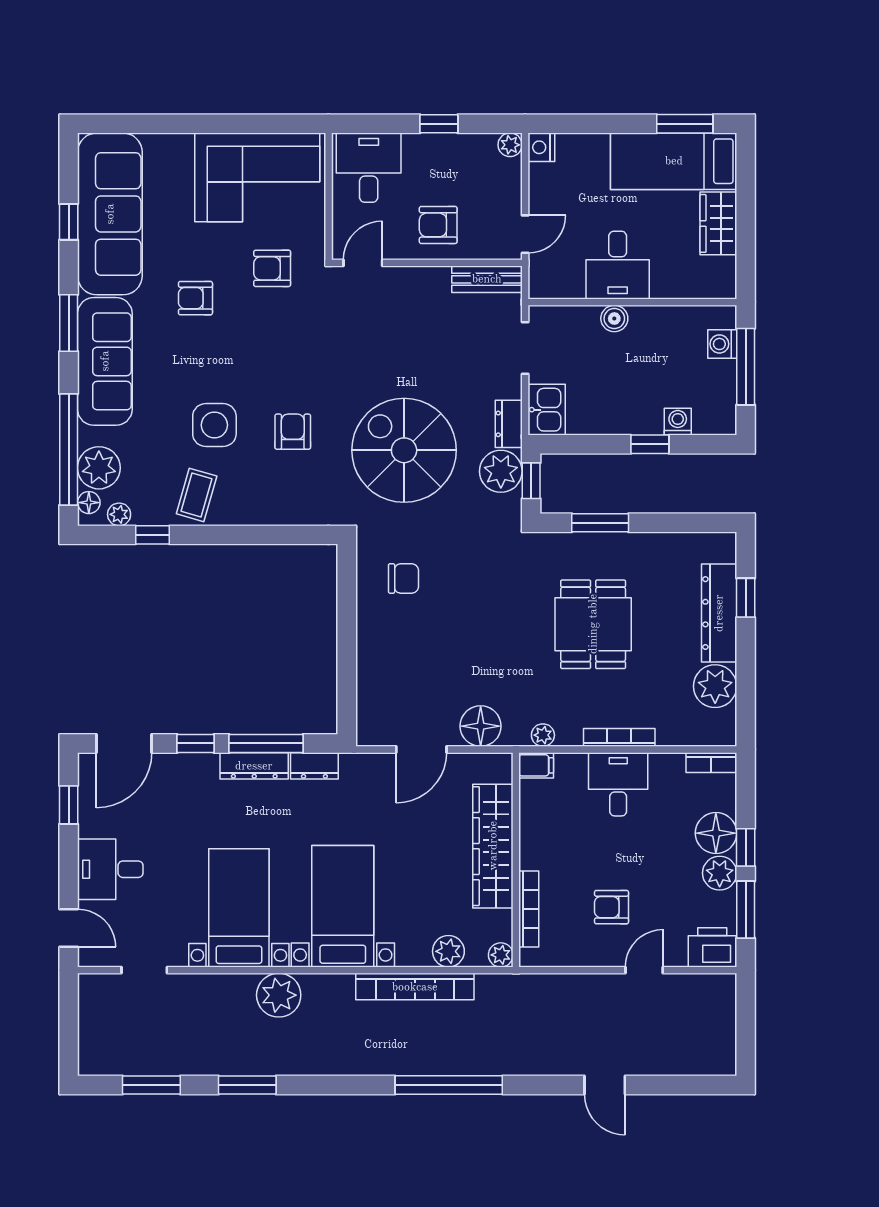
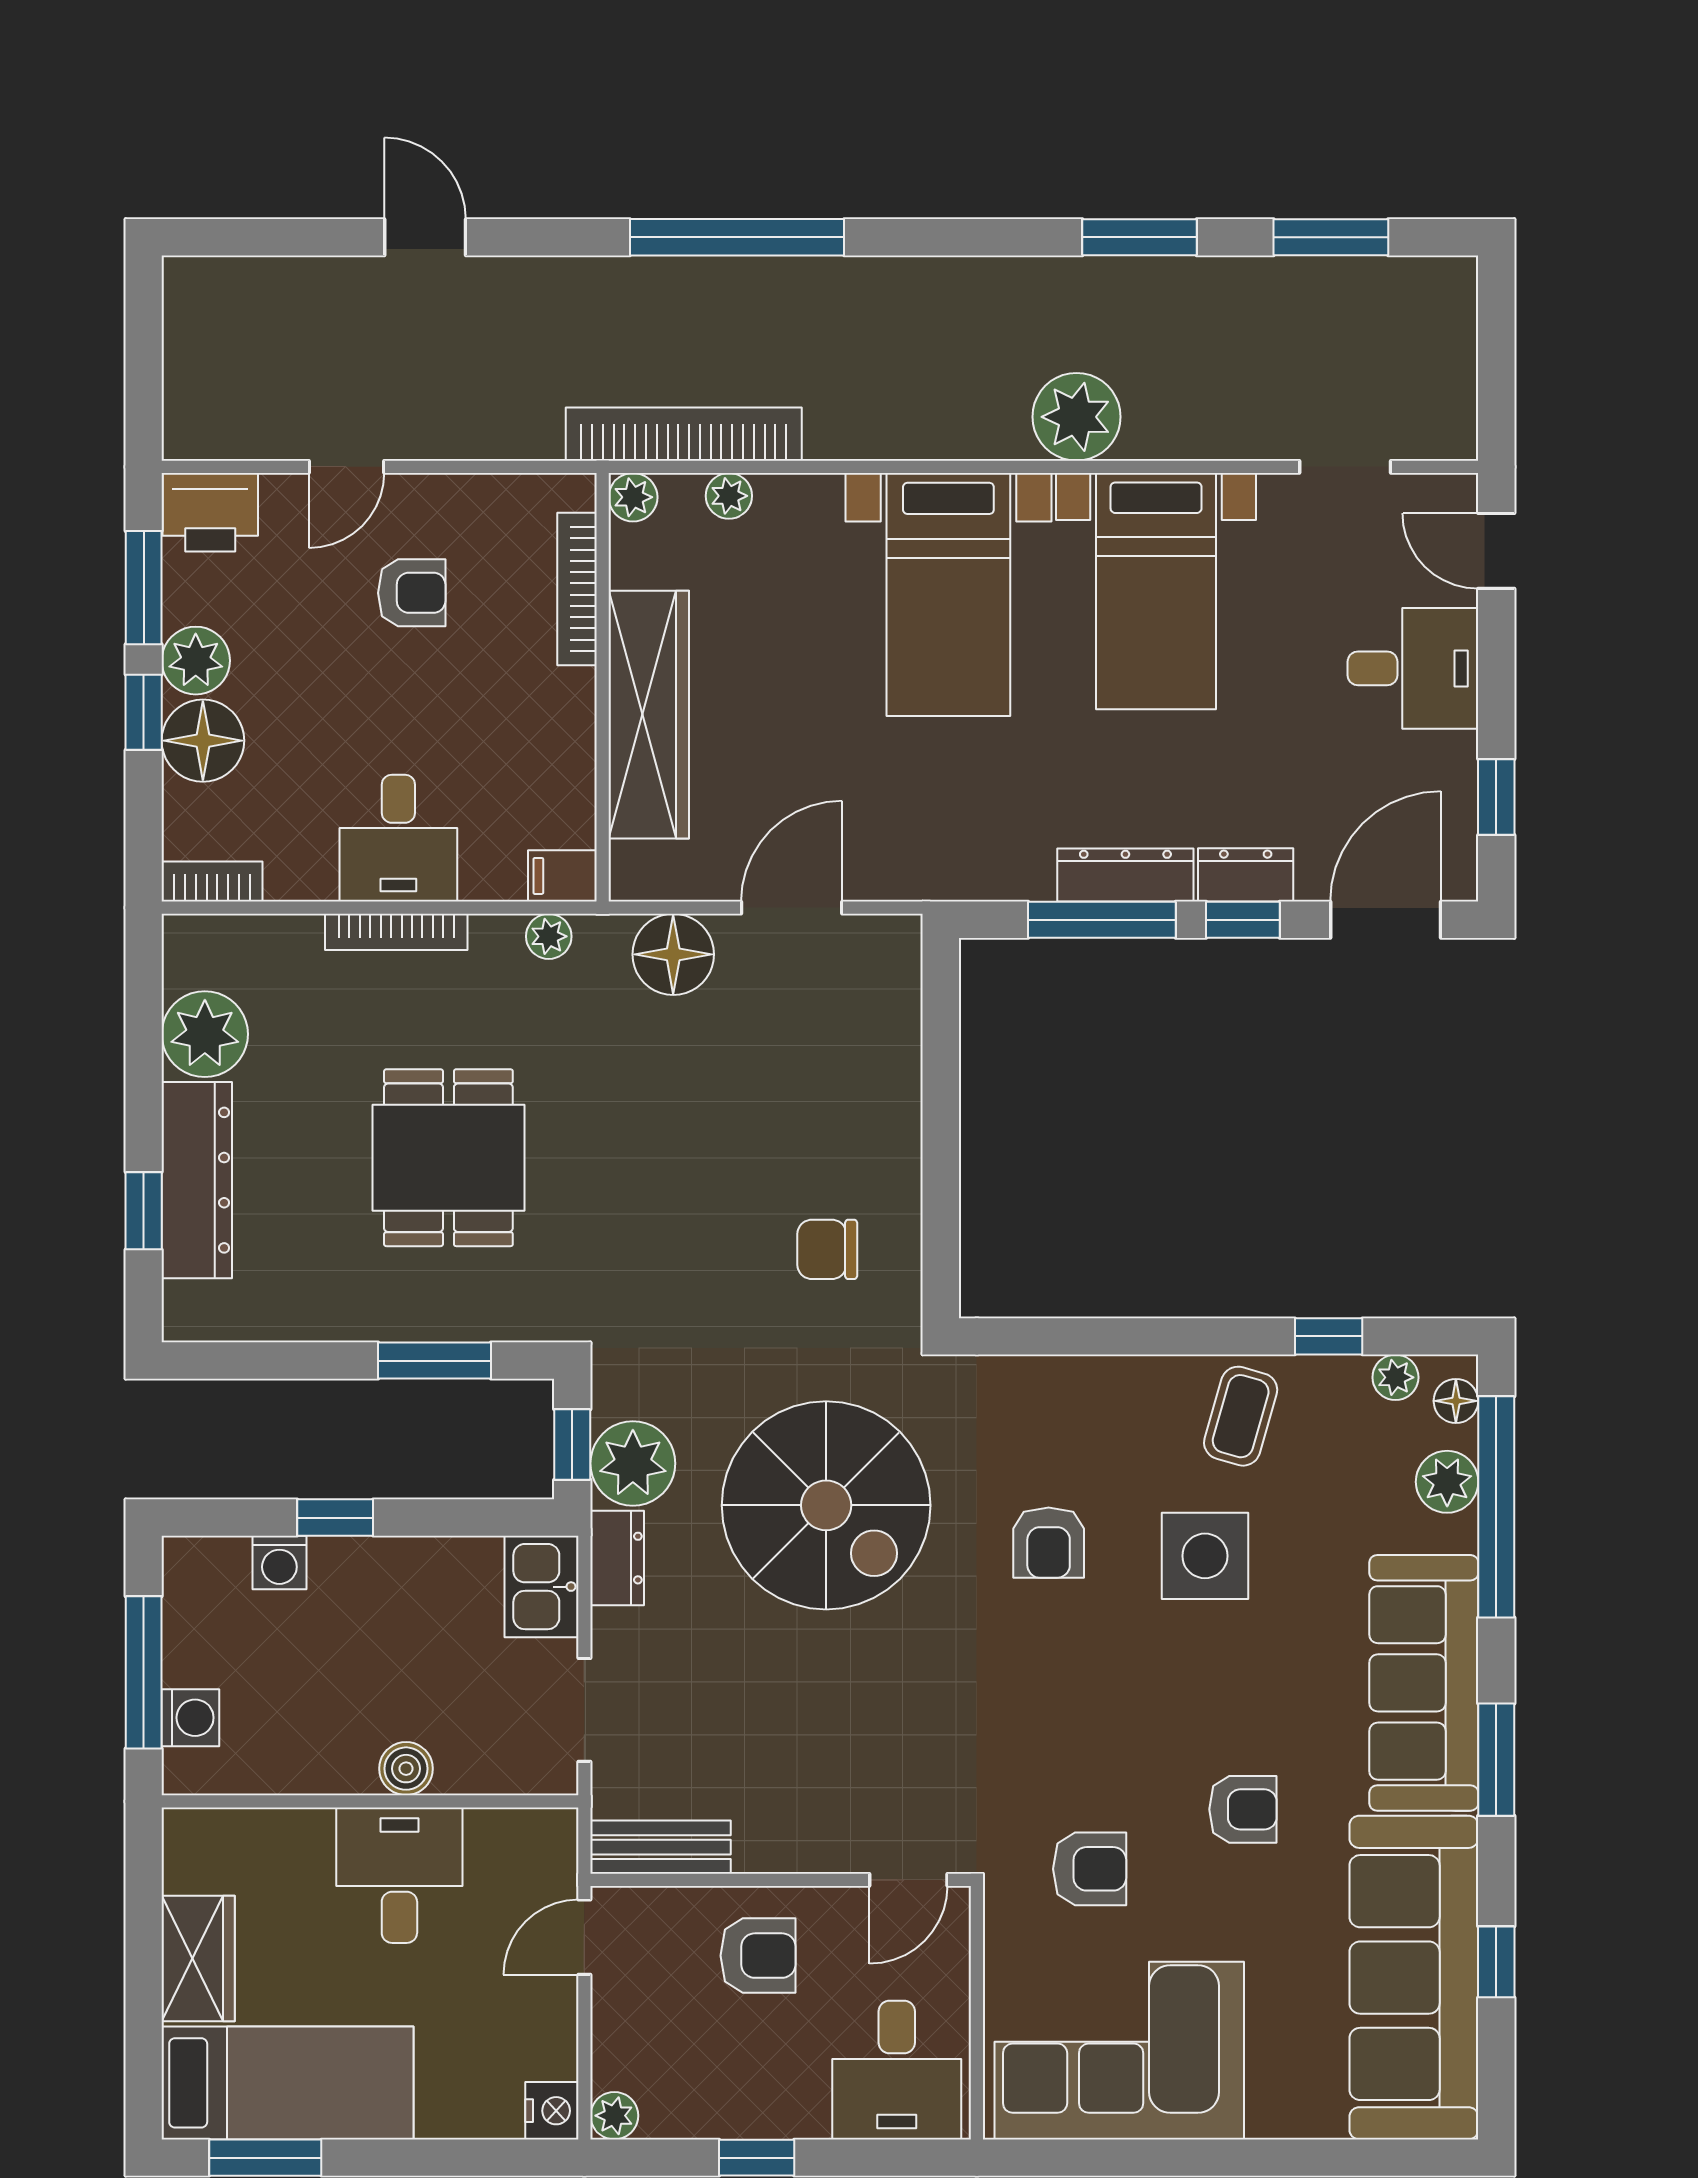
plant: (99, 468) -> (1447, 1482), width x0.73, depth x0.73
dresser: (314, 766) -> (1246, 875), moved
plant: (448, 951) -> (729, 496), width x0.73, depth x0.73
bookcase: (415, 987) -> (684, 434), moved

